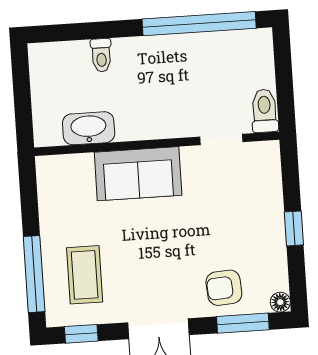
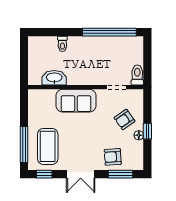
armchair: (244, 207) -> (124, 120), added
coffee table: (85, 275) -> (48, 146), width x1.36, depth x1.32
floor lamp: (280, 302) -> (139, 135), moved

